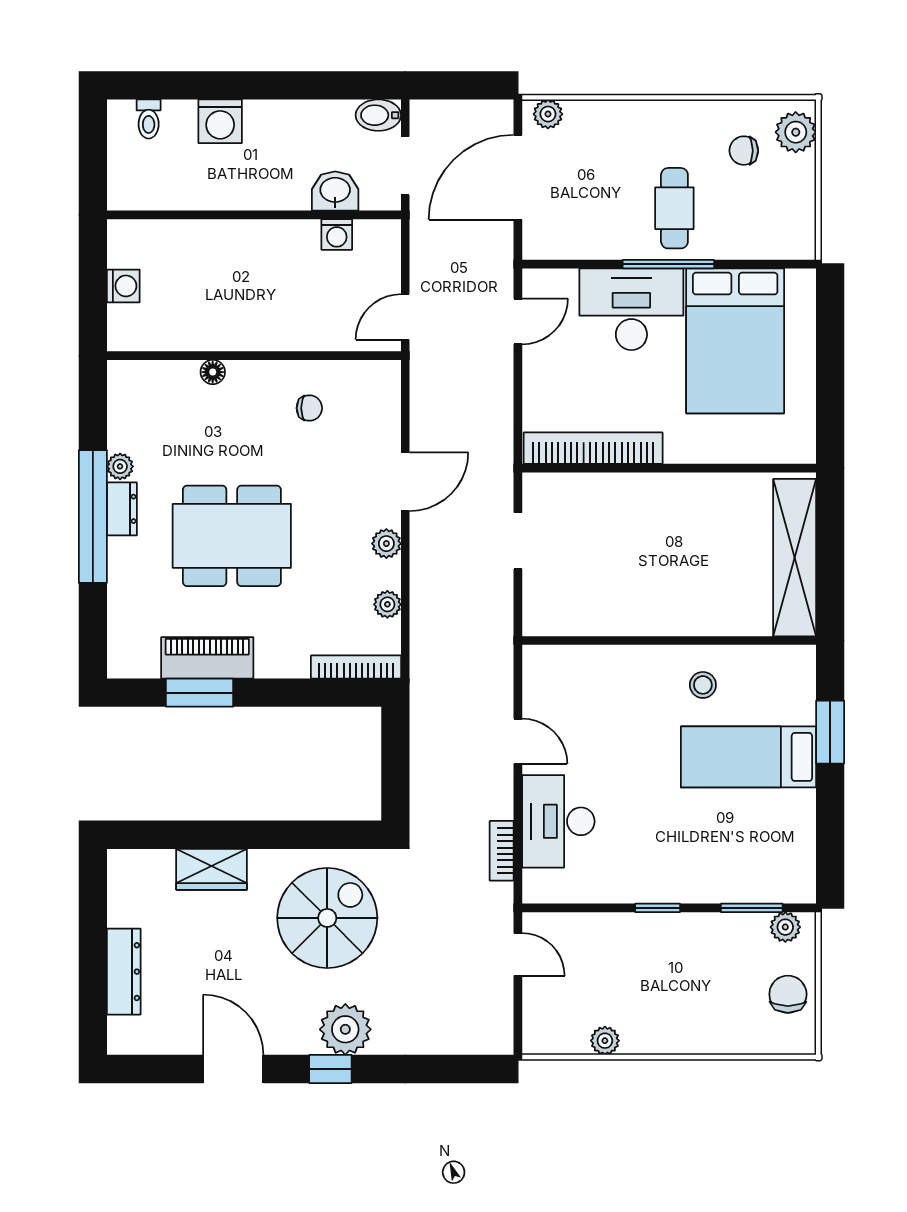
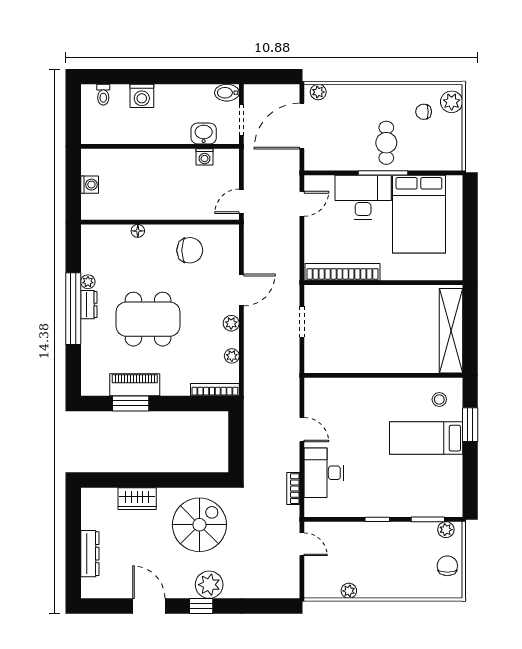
chair: (309, 408) -> (190, 250), width x1.87, depth x1.87
stool: (703, 685) -> (439, 399), moved

